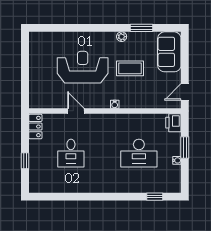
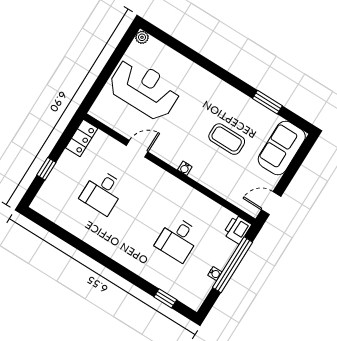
plant: (122, 37) -> (142, 37), moved
reception desk: (83, 67) -> (144, 89), moved
door: (76, 111) -> (137, 149), hinge flipped
window: (185, 148) -> (233, 265), width x2.11
desk: (139, 153) -> (178, 239), width x0.73

